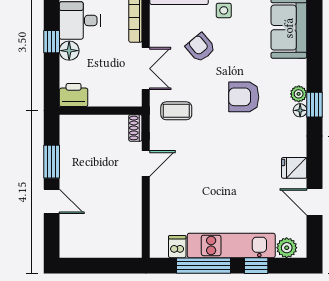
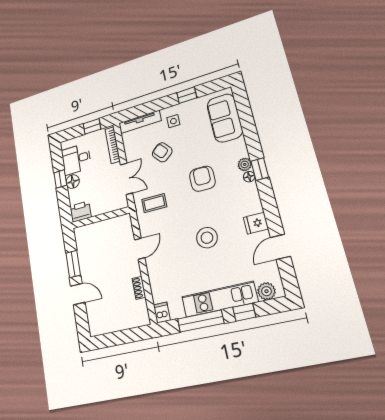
armchair: (244, 97) -> (202, 179), turned 90
shoe rack: (135, 128) -> (139, 288), moved
stool: (233, 171) -> (207, 238), added
door: (315, 202) -> (280, 247), hinge flipped
dishwasher: (177, 247) -> (162, 313), moved

